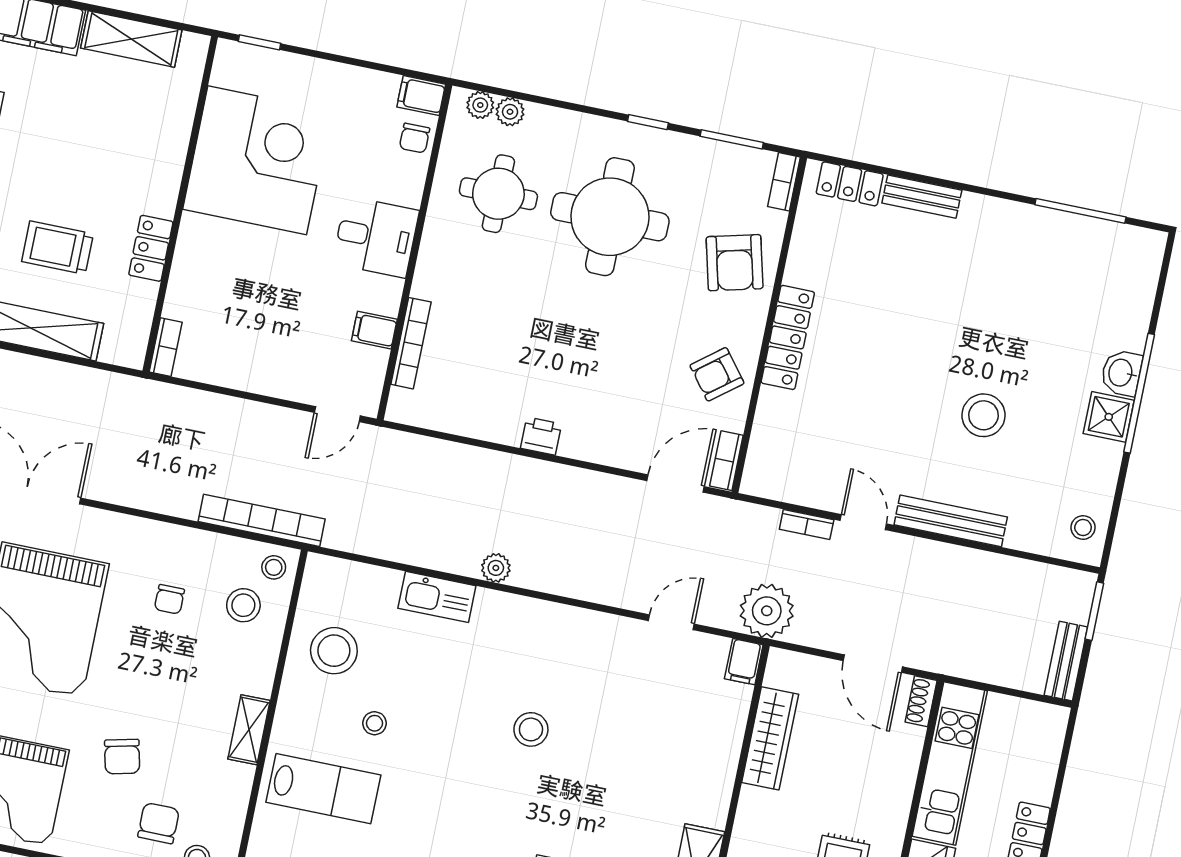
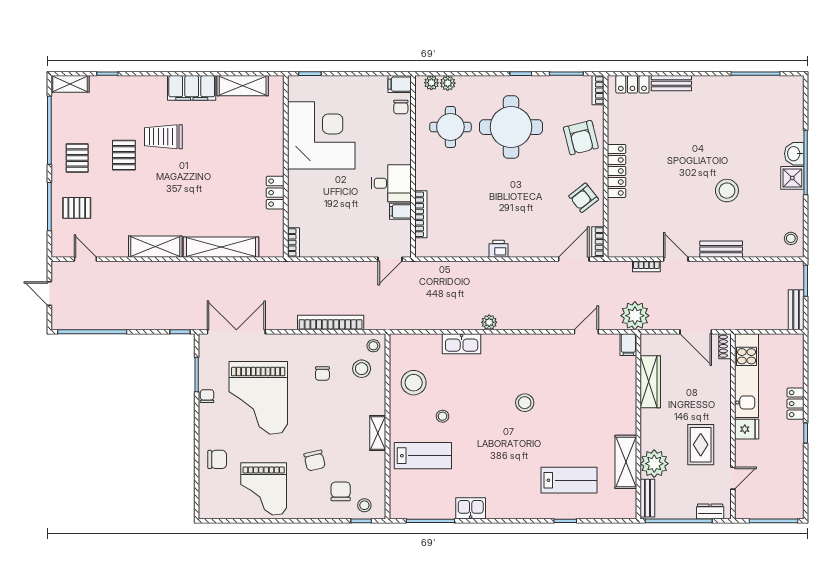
desk: (376, 237) -> (391, 183), moved
trolley: (57, 248) -> (226, 202), removed
bookcase: (262, 520) -> (331, 323), moved
bench: (951, 521) -> (721, 249), width x0.73

